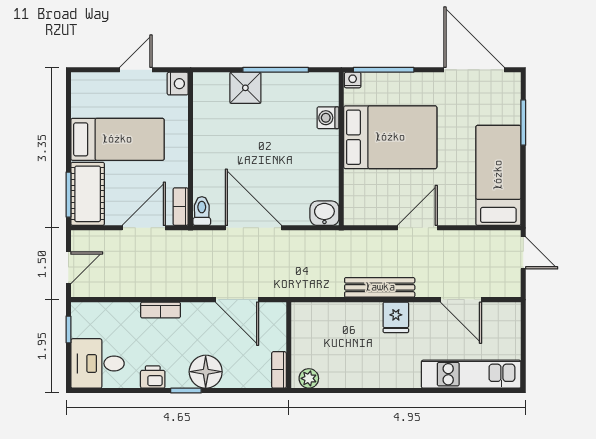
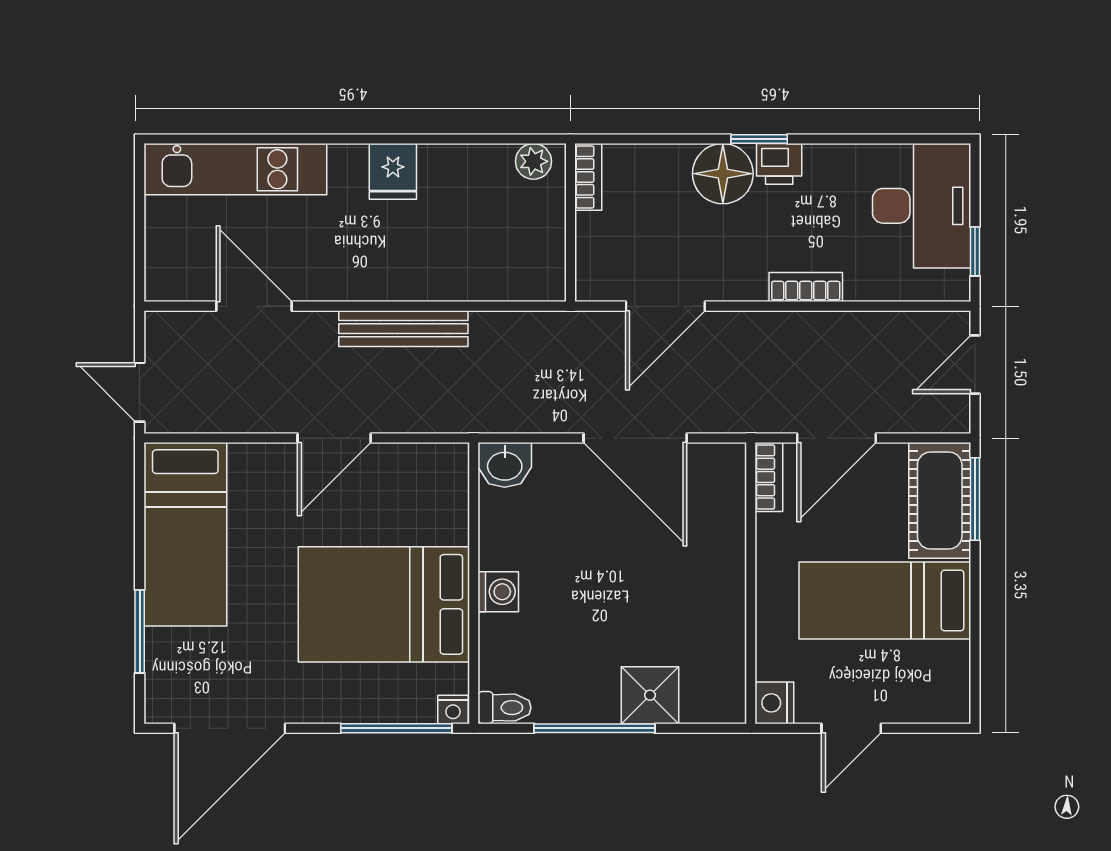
door: (474, 70) -> (230, 728), hinge flipped
washing machine: (328, 118) -> (498, 592), moved
toilet: (202, 211) -> (505, 708), moved, turned -90
door: (237, 300) -> (665, 306), swing flipped
fridge: (396, 317) -> (393, 171), moved, turned 180
desk: (98, 363) -> (922, 206), width x1.37
printer: (153, 377) -> (779, 164), moved

